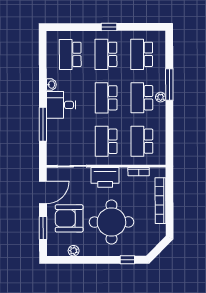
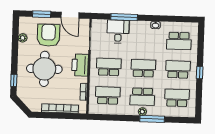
school desk: (70, 54) -> (179, 41), turned 180
school desk: (142, 98) -> (142, 97), turned 180
desk: (61, 105) -> (118, 31), moved

